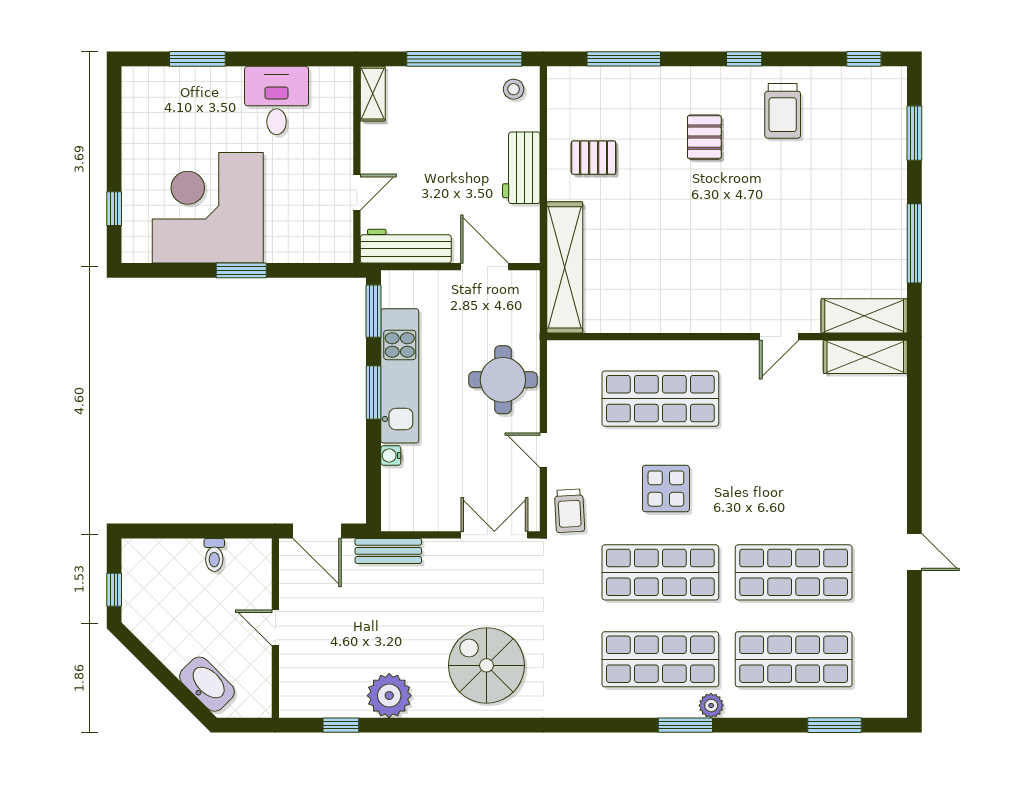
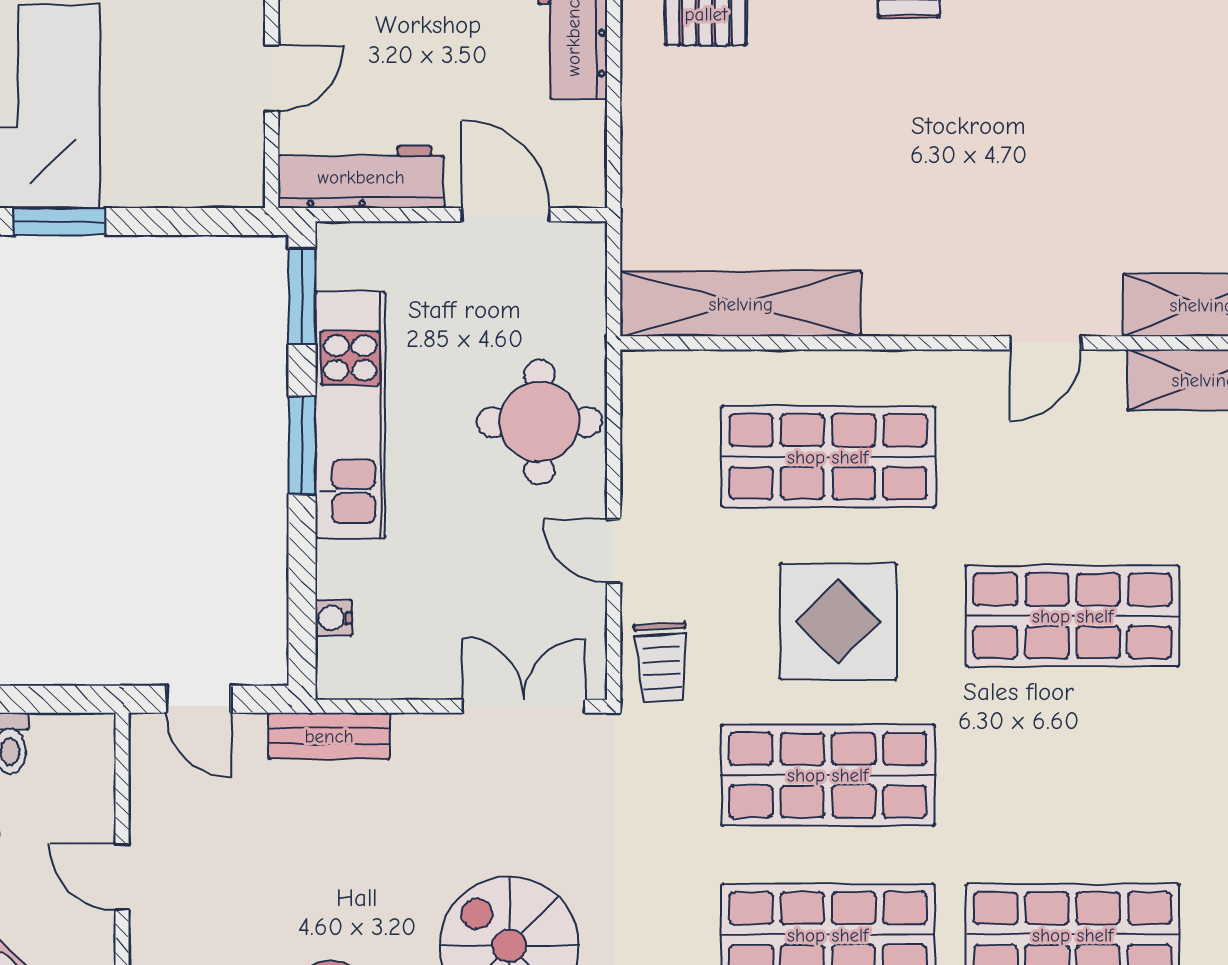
shelving: (565, 267) -> (741, 304), moved, turned 90
water cooler: (391, 456) -> (334, 618), moved
display table: (666, 489) -> (838, 621), width x1.36, depth x1.36
door: (317, 531) -> (199, 699), width x0.73
shop shelf: (794, 572) -> (1073, 616), moved

